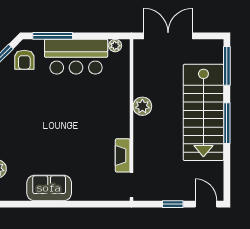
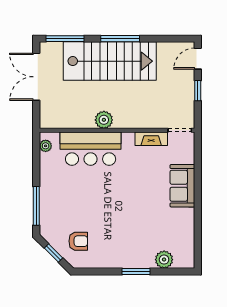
double door: (168, 36) -> (36, 77), moved
bar counter: (76, 57) -> (91, 149), moved, turned 90
armchair: (24, 60) -> (78, 241), moved
sofa: (49, 188) -> (182, 186), moved

